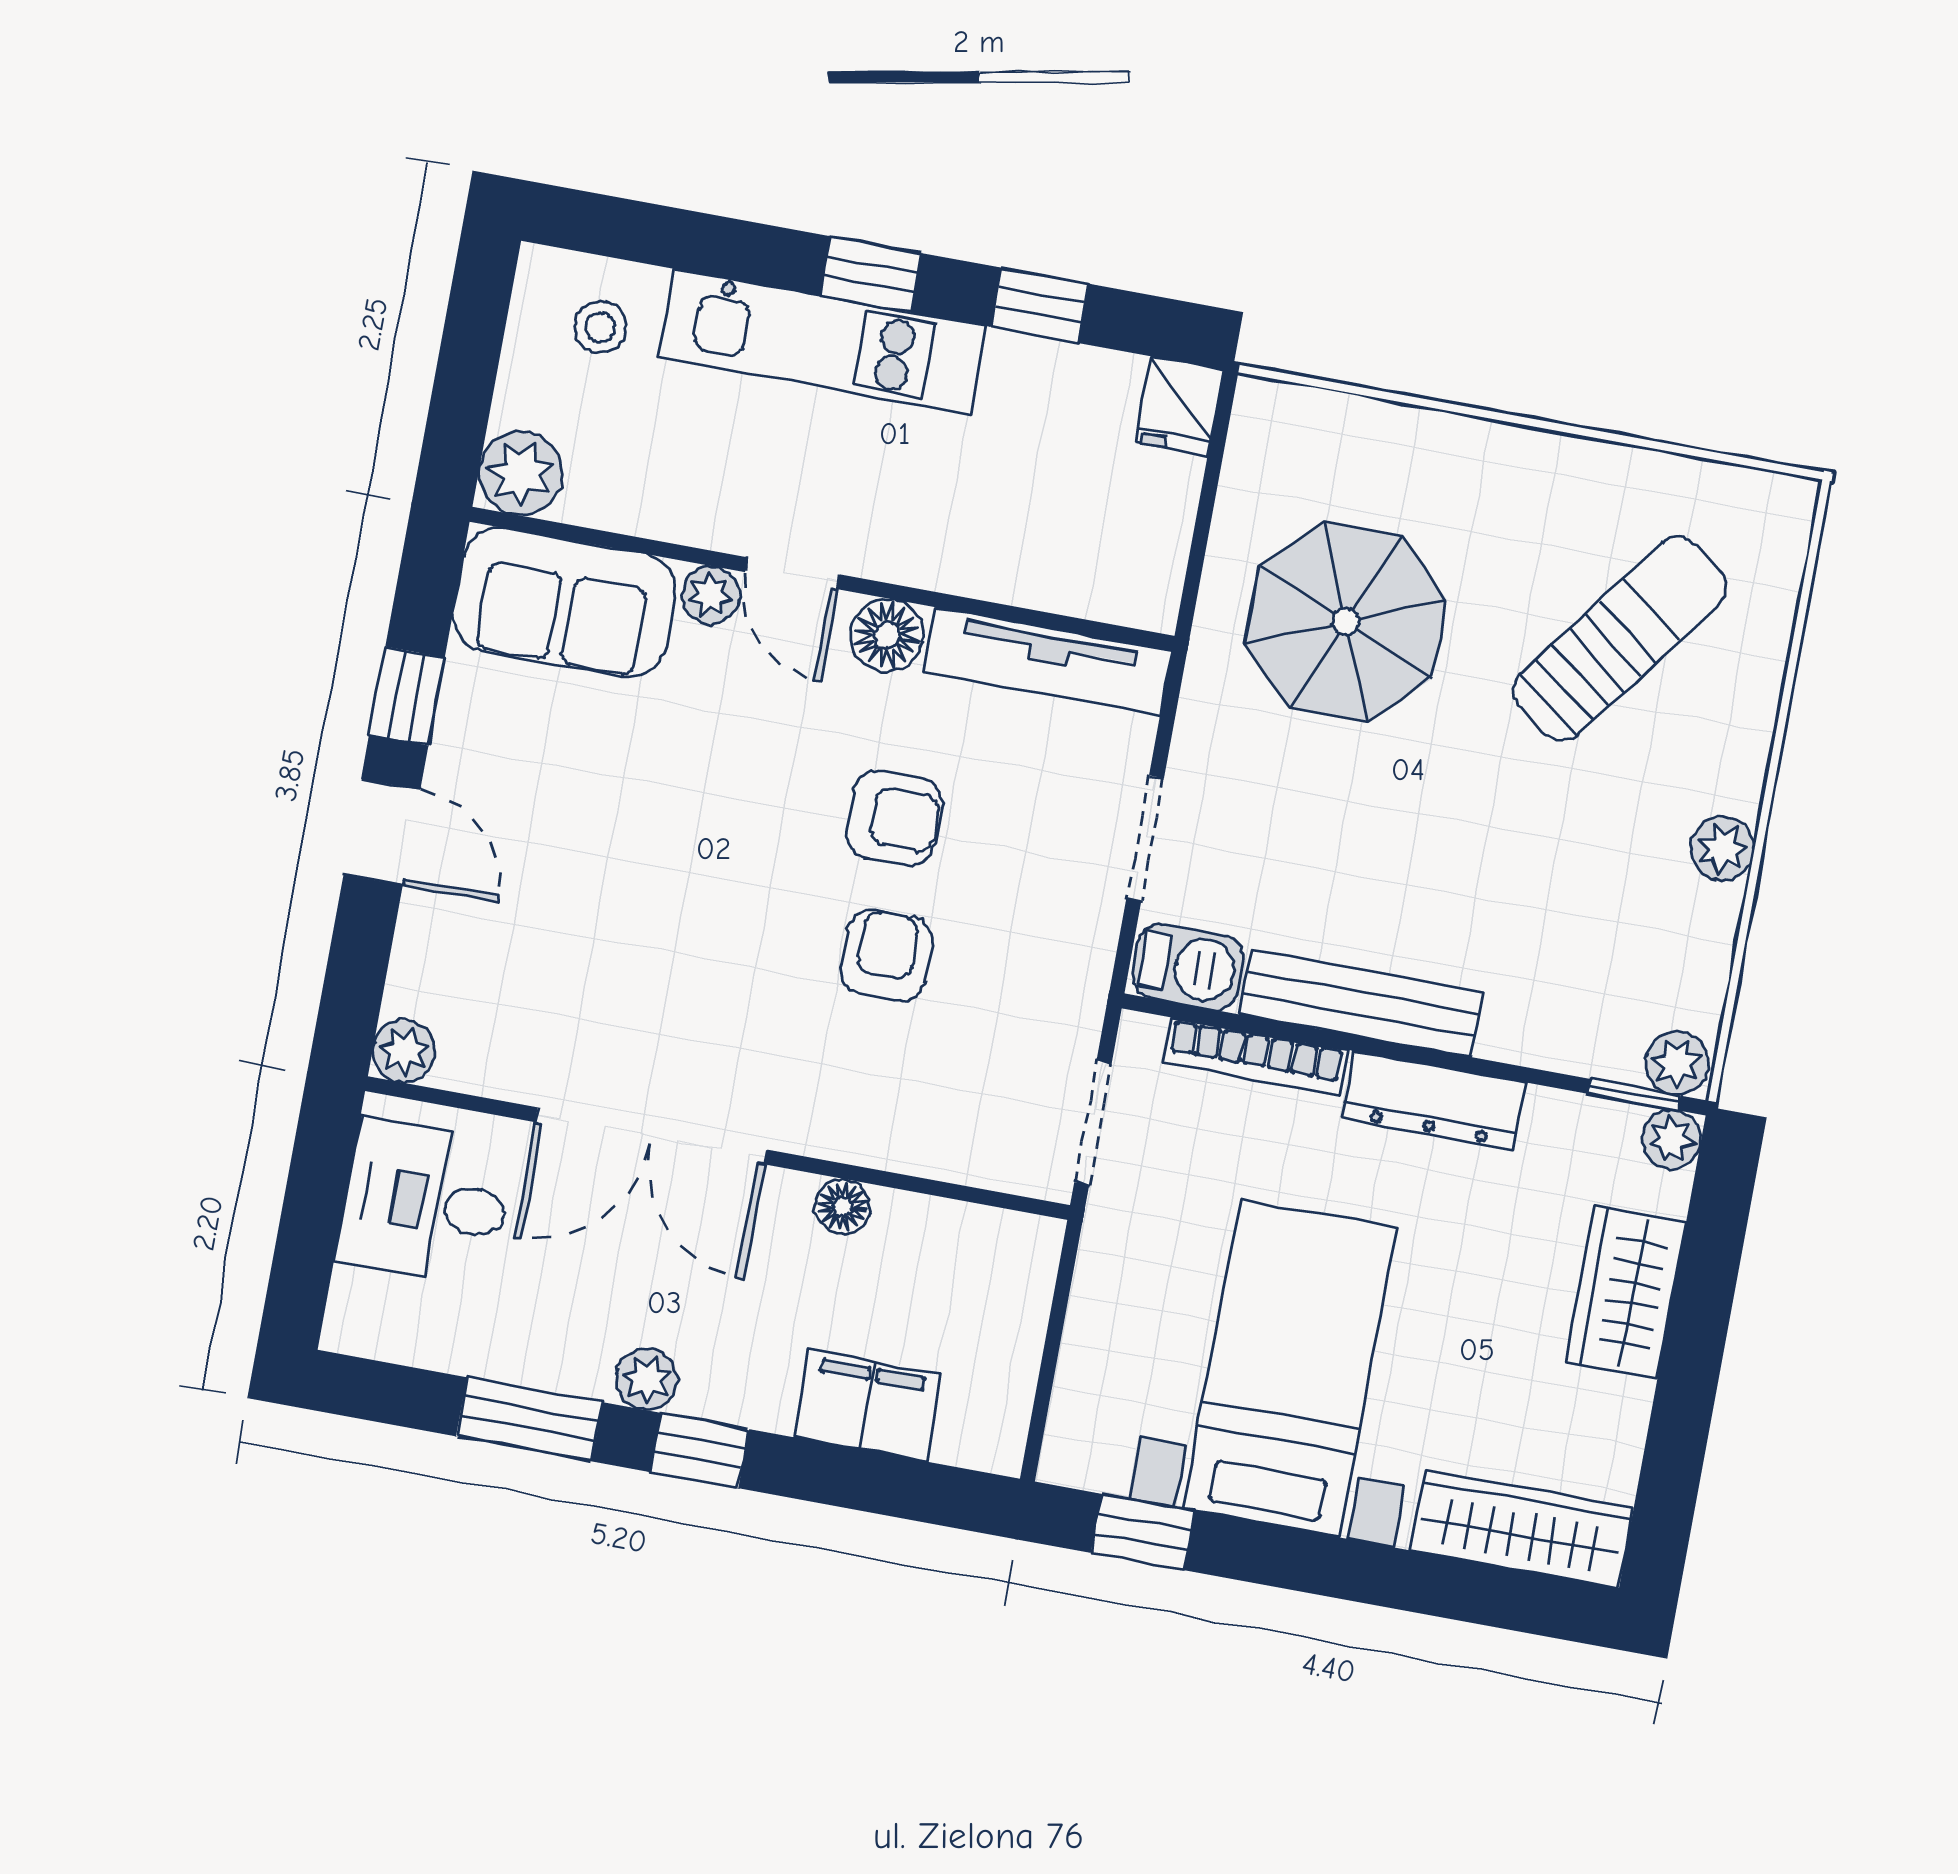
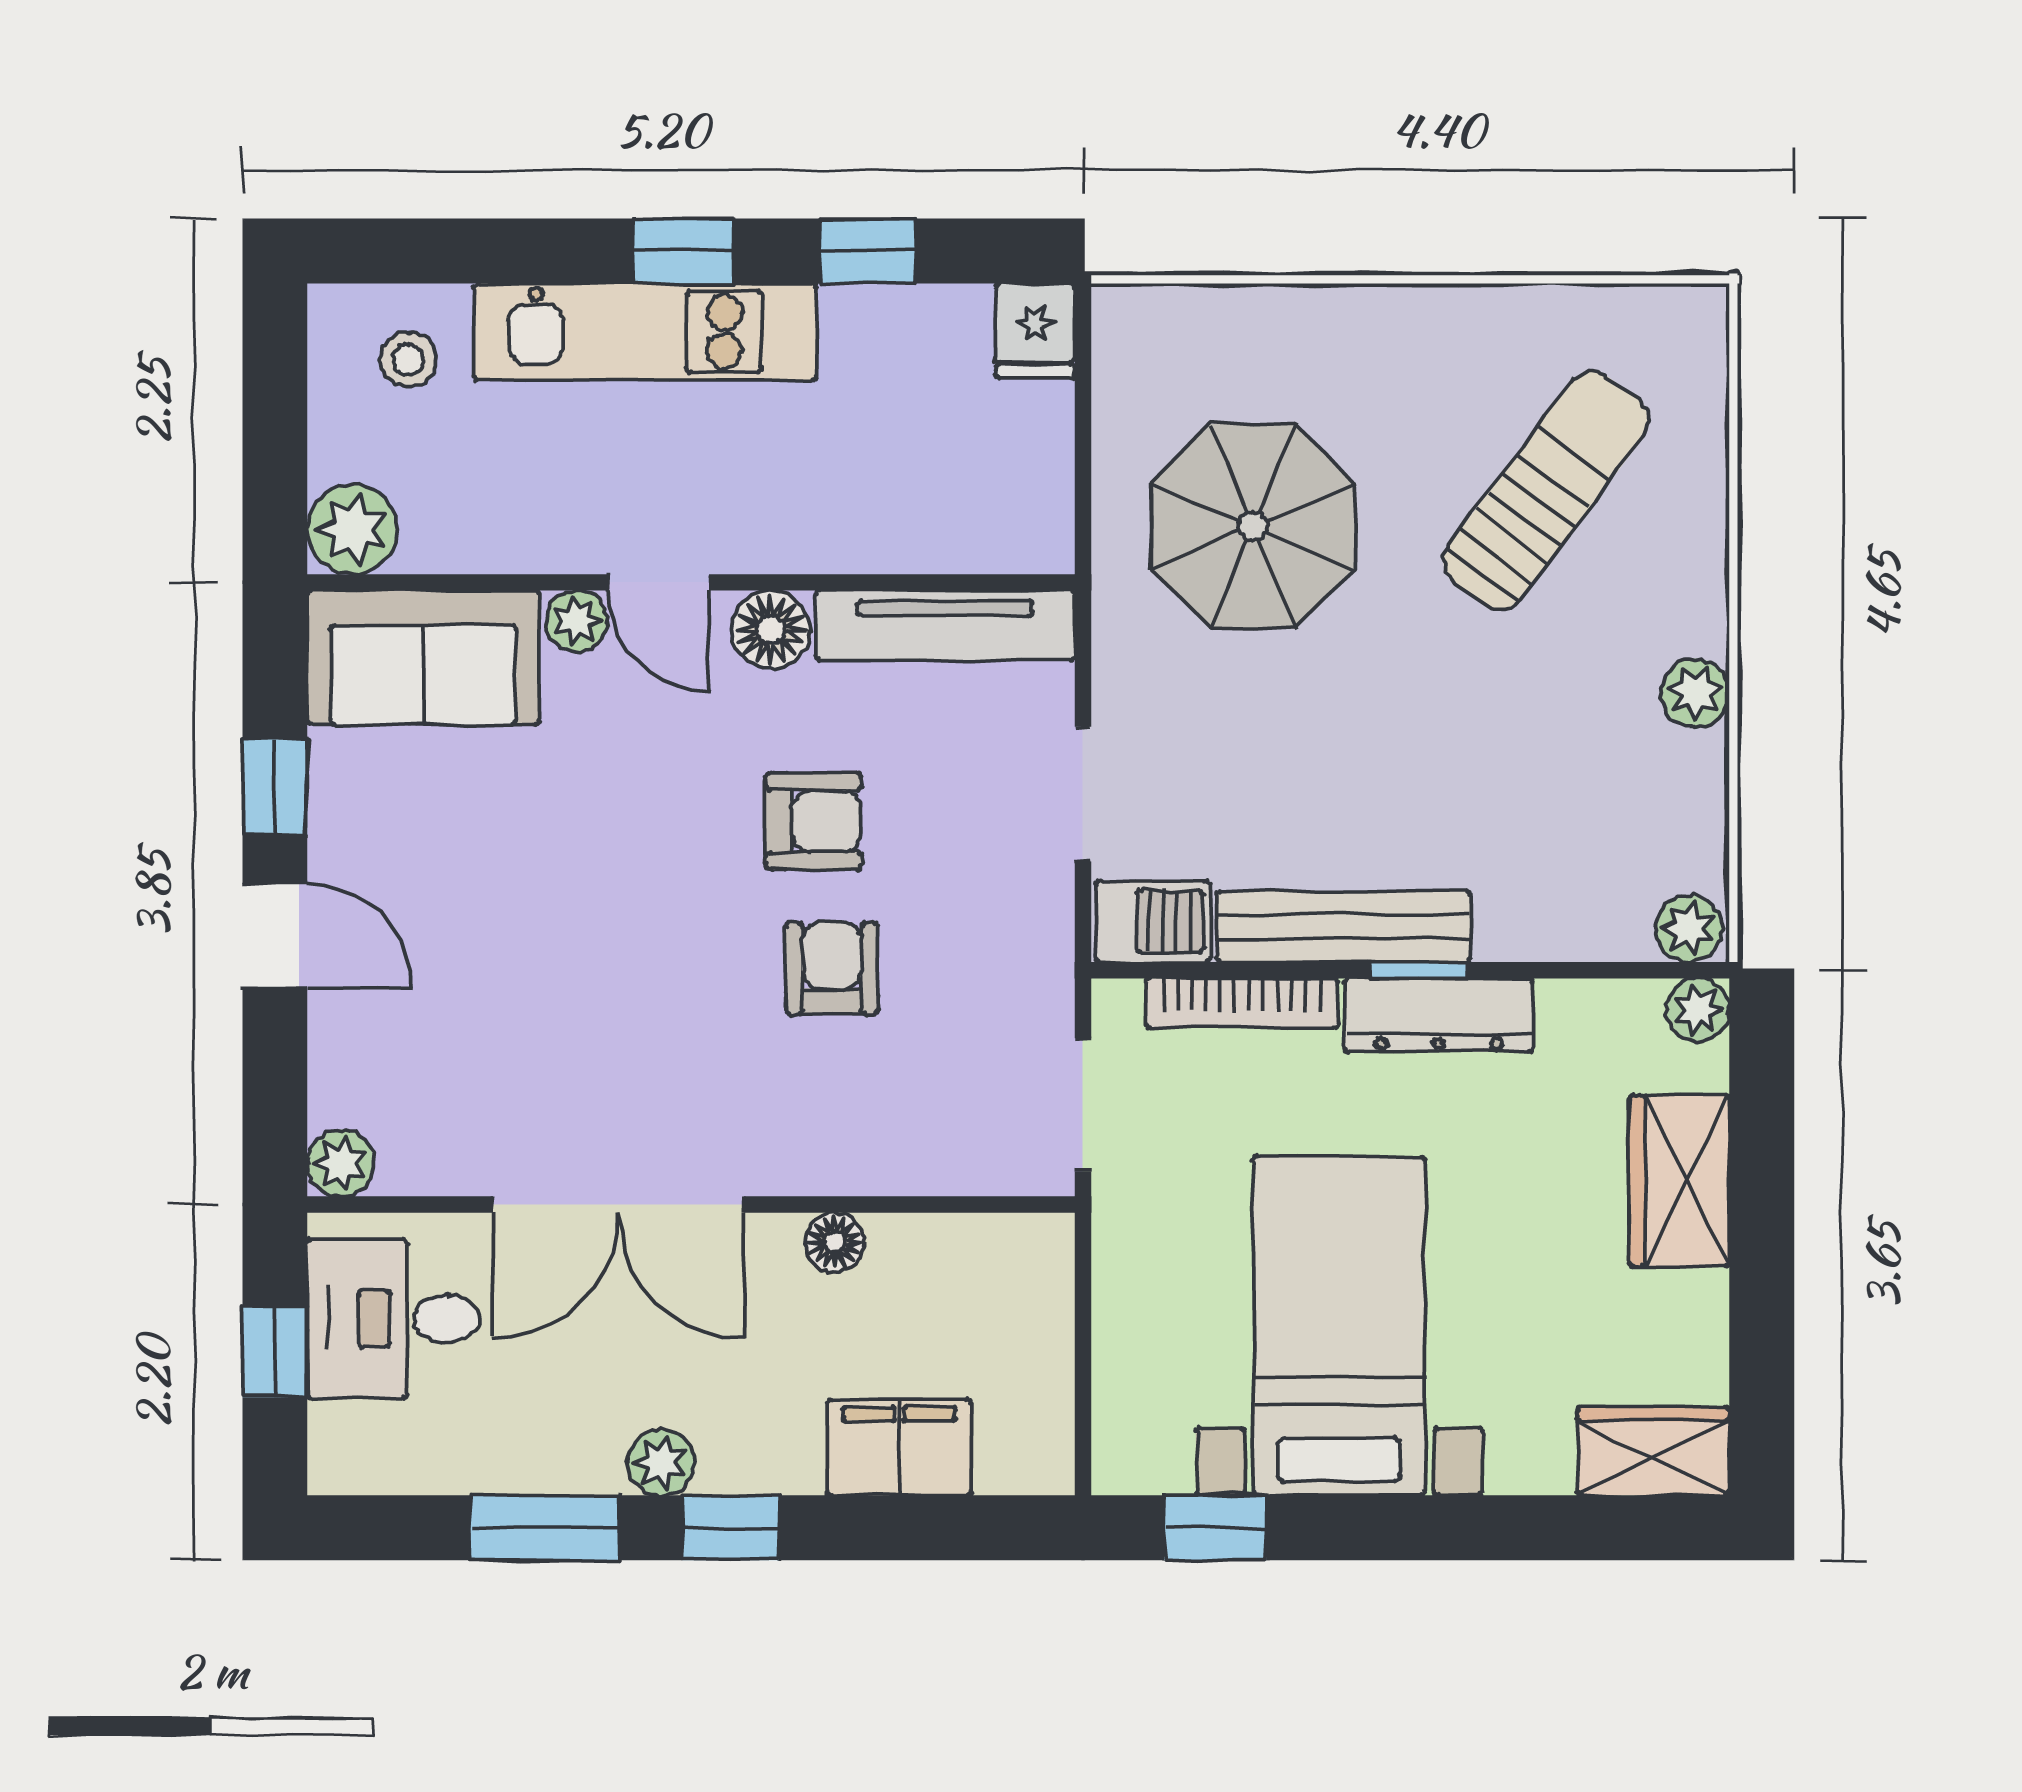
window: (1634, 1095) -> (1419, 970), moved
window: (312, 1213) -> (275, 1352), added
wardrobe: (1522, 1529) -> (1653, 1451), width x0.67

